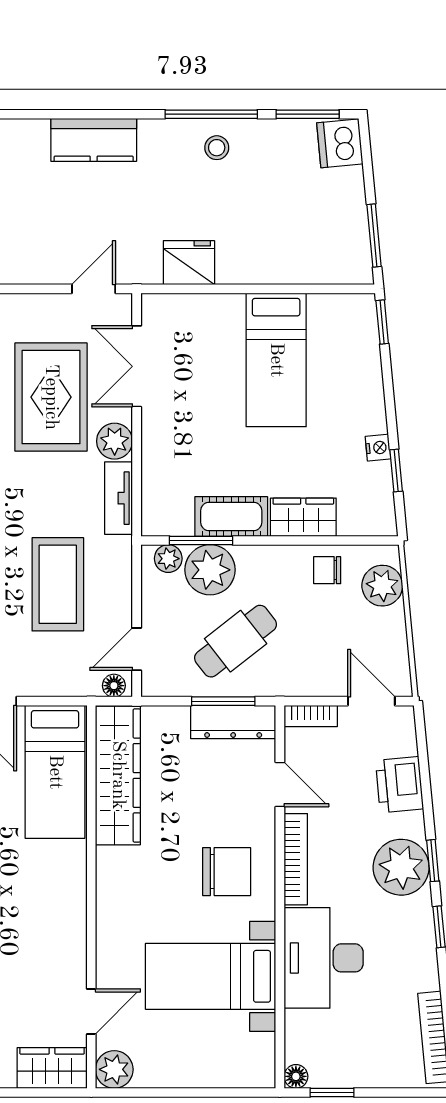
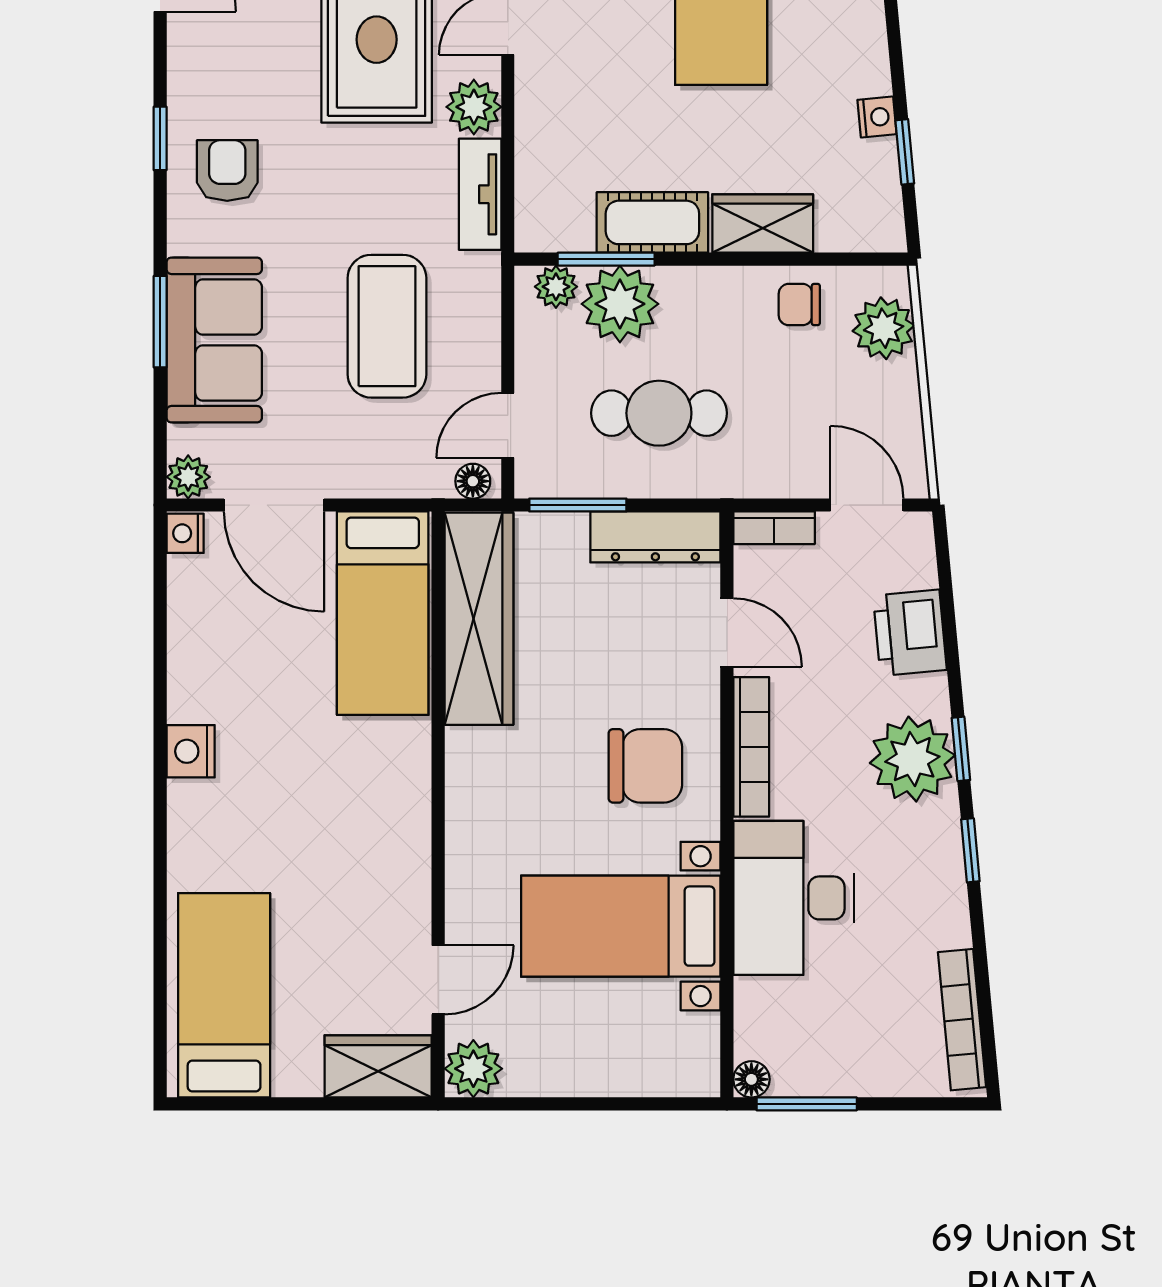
cafe table: (236, 641) -> (659, 413), turned 38
window: (223, 701) -> (578, 505), moved
window: (332, 1092) -> (807, 1104), width x1.50

